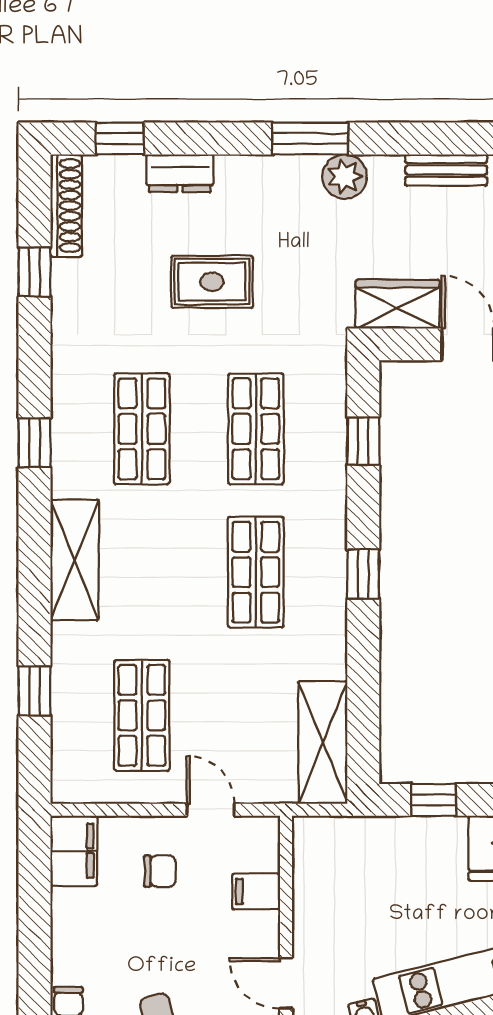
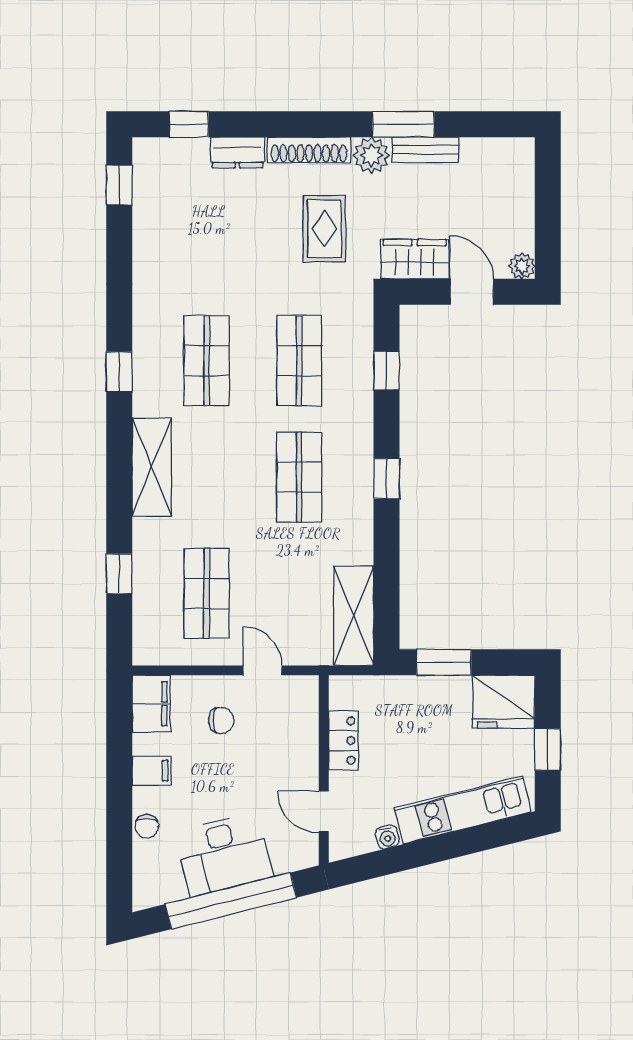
window: (310, 138) -> (403, 124), moved
bench: (446, 170) -> (425, 150), moved
shoe rack: (66, 206) -> (309, 150), moved, turned 90
window: (34, 272) -> (119, 185), moved
rug: (212, 282) -> (324, 229), moved, turned 90
window: (434, 800) -> (444, 662), width x1.50
filing cabinet: (256, 891) -> (152, 771), moved, turned 180
locker: (310, 896) -> (343, 741), added

